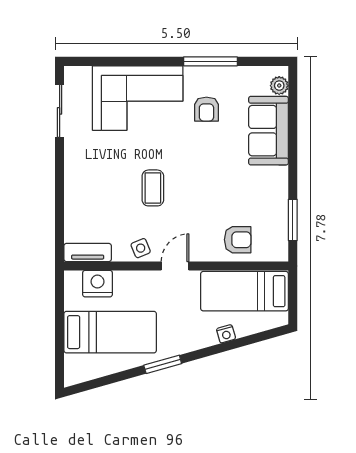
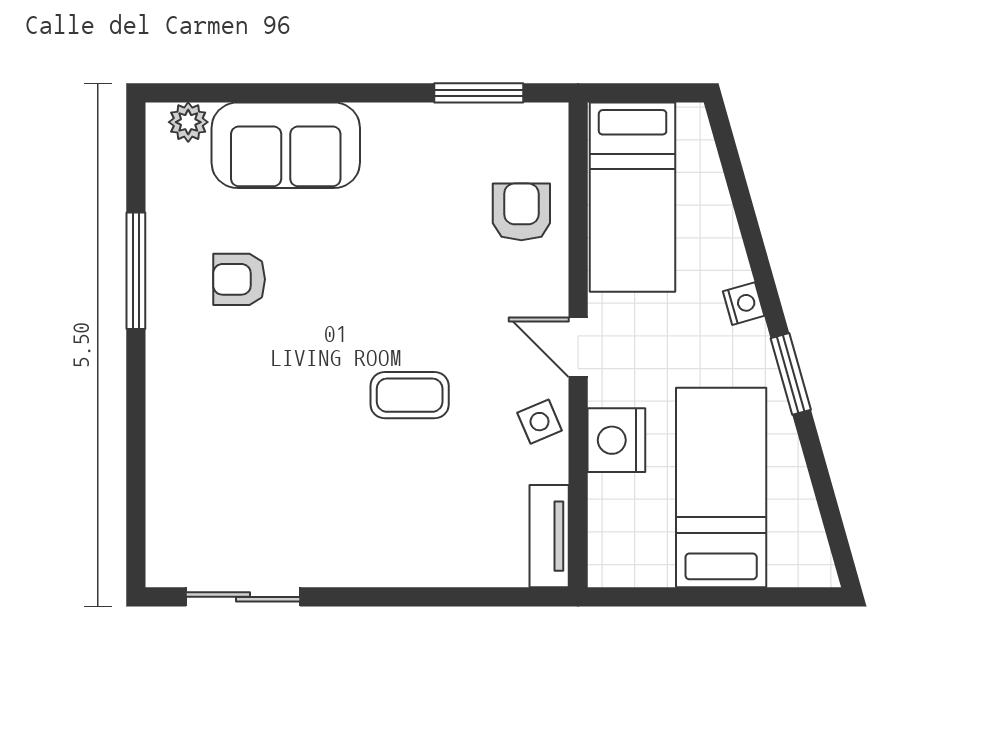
corner sofa: (138, 98) -> (215, 428), removed
armchair: (206, 109) -> (239, 279), turned 180
nightstand: (97, 284) -> (616, 440), moved
nightstand: (226, 334) -> (744, 304), moved

